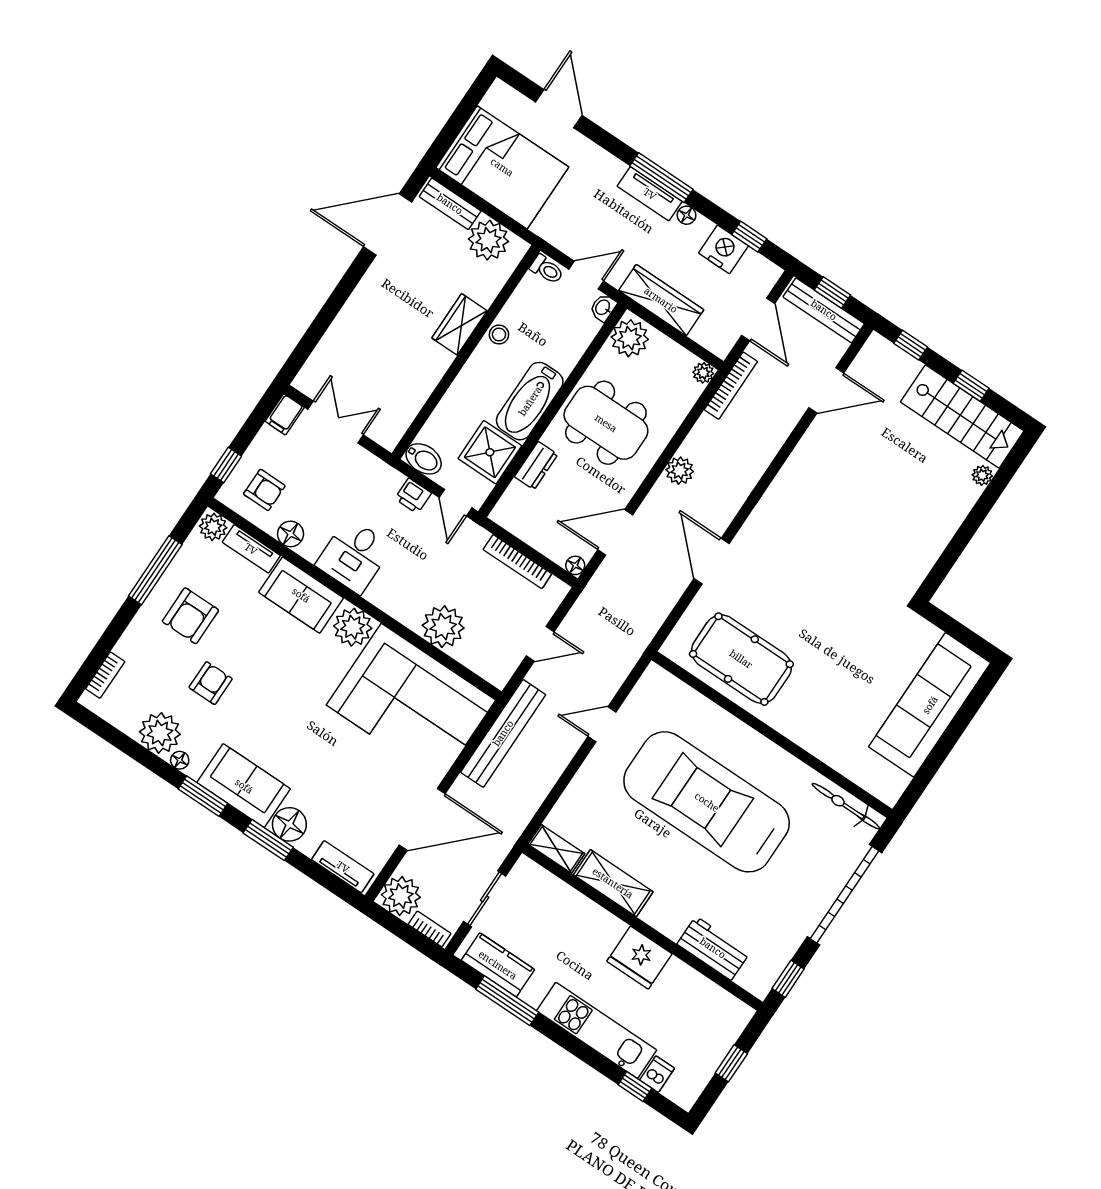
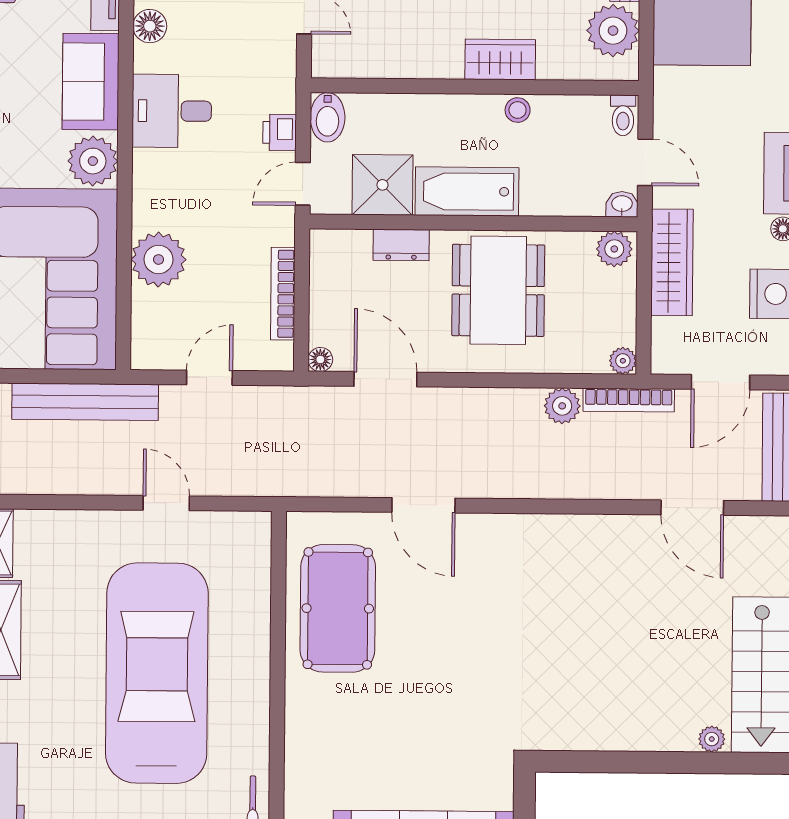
plant: (630, 338) -> (614, 249), width x0.73, depth x0.73
plant: (680, 471) -> (562, 406), moved
door: (712, 561) -> (423, 505), swing flipped
door: (540, 644) -> (209, 378), swing flipped

